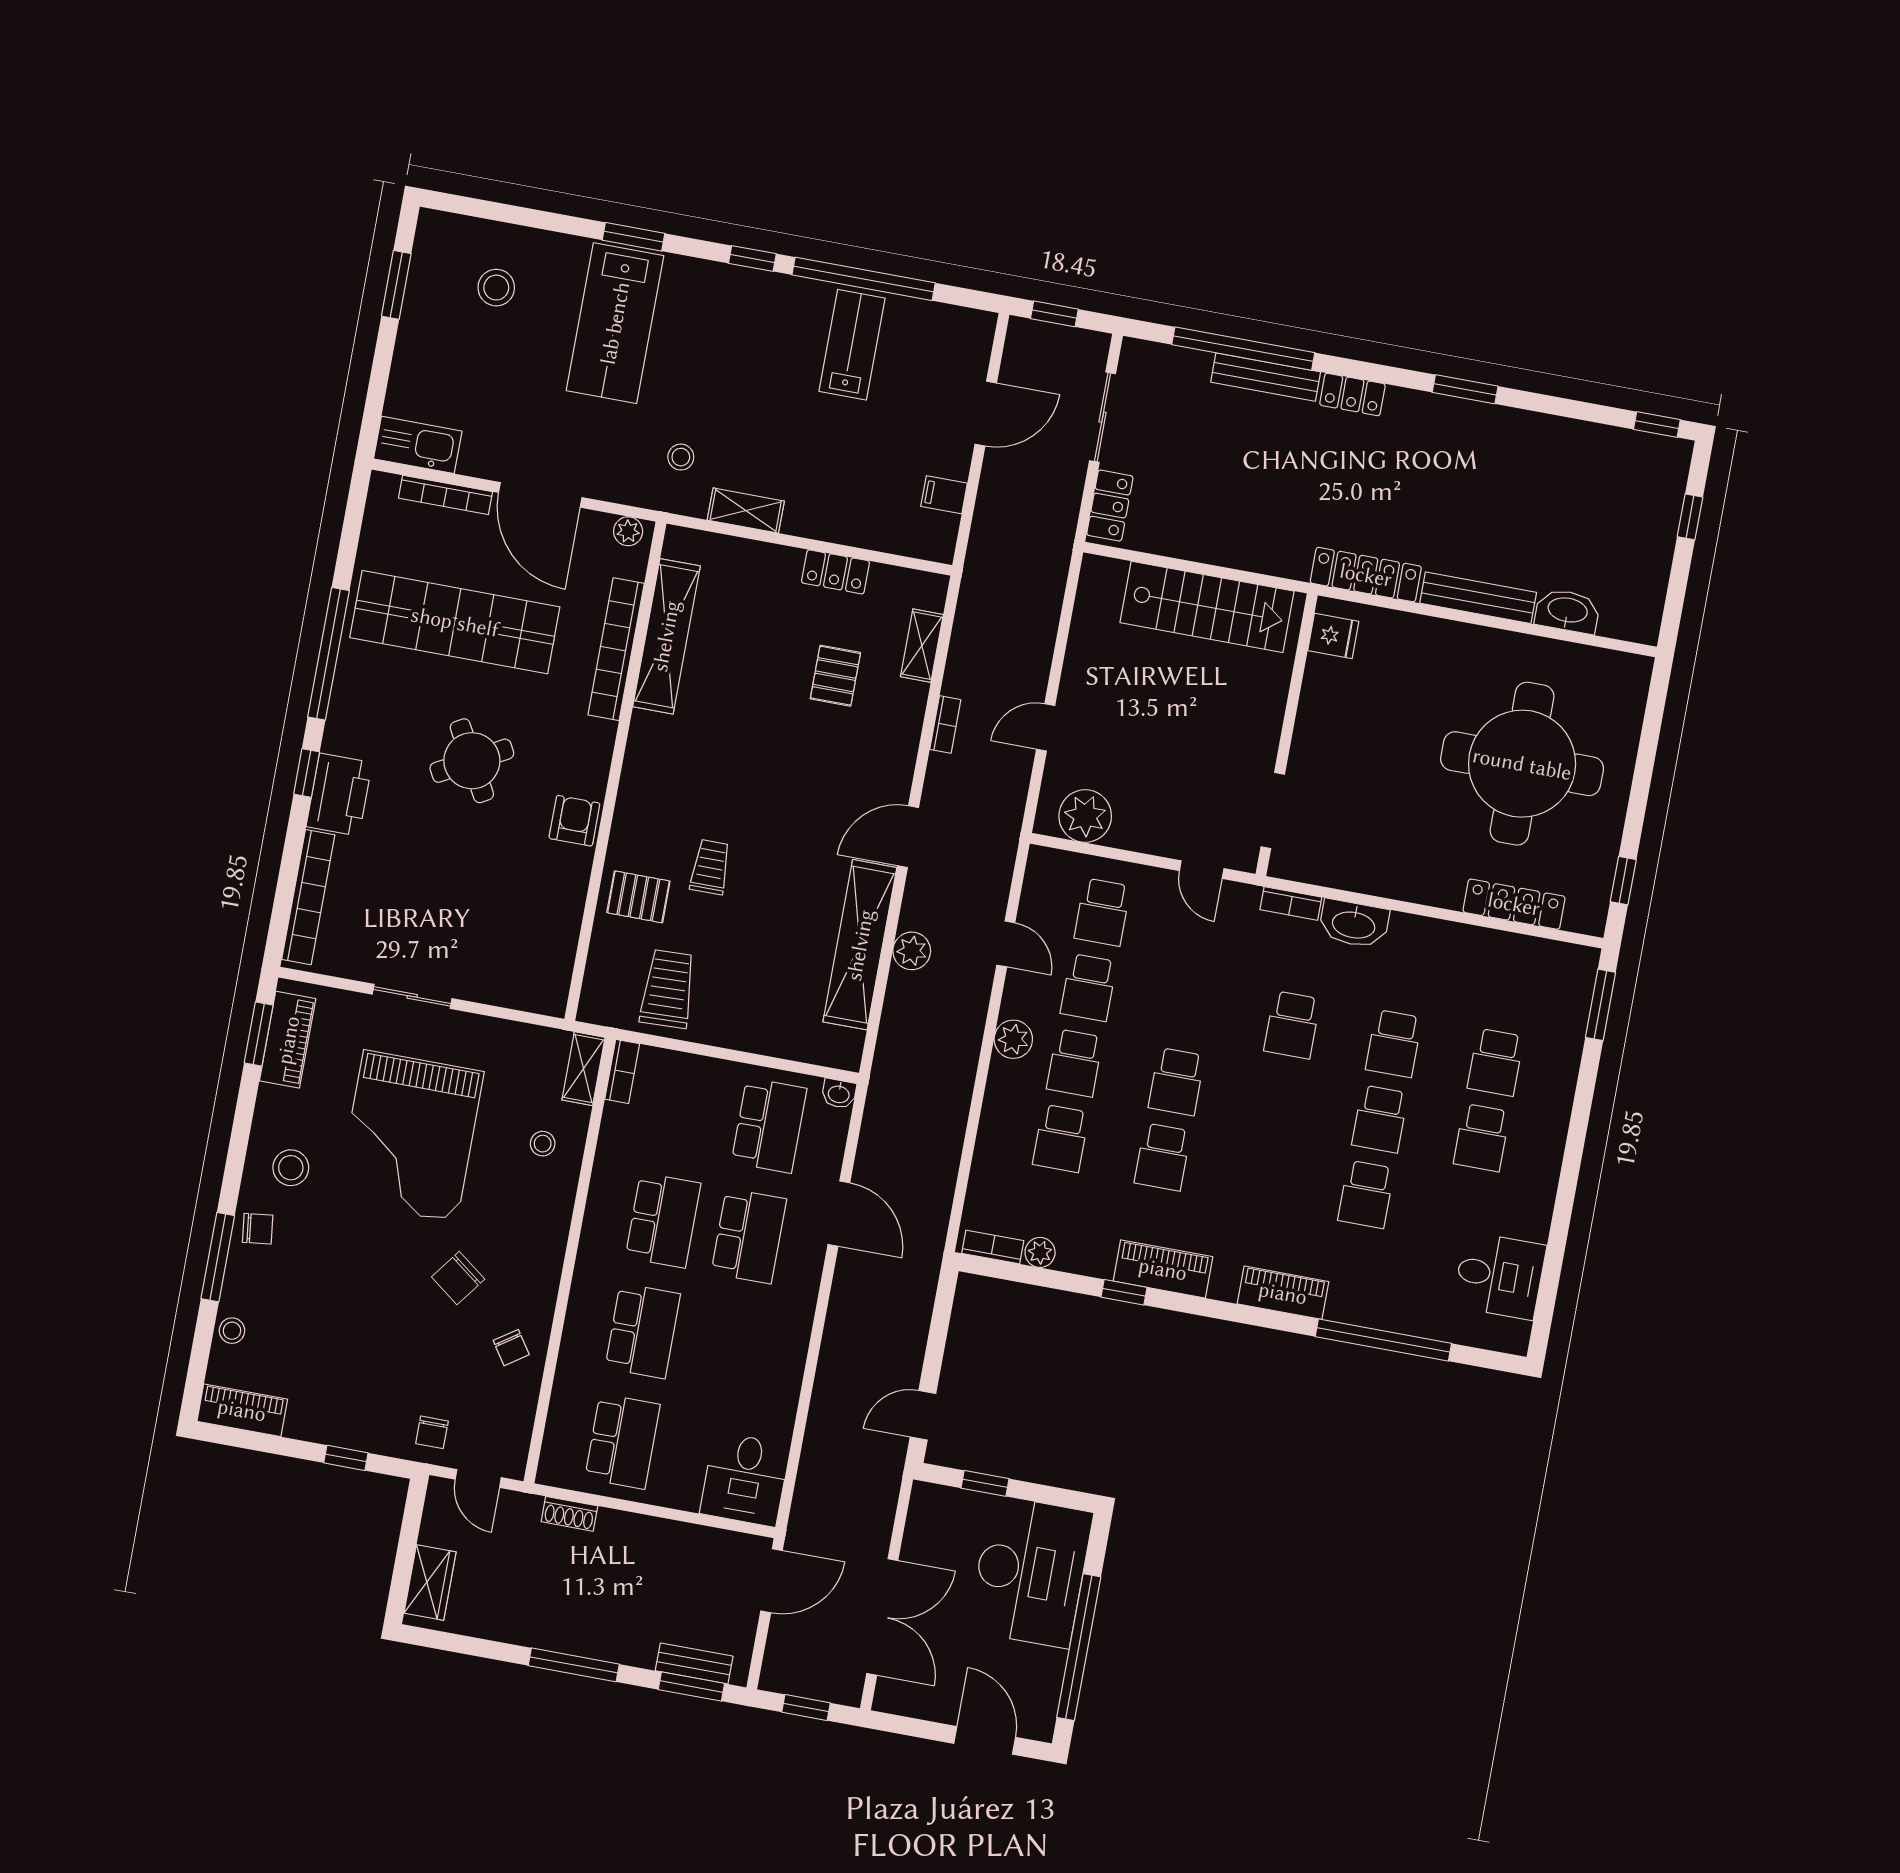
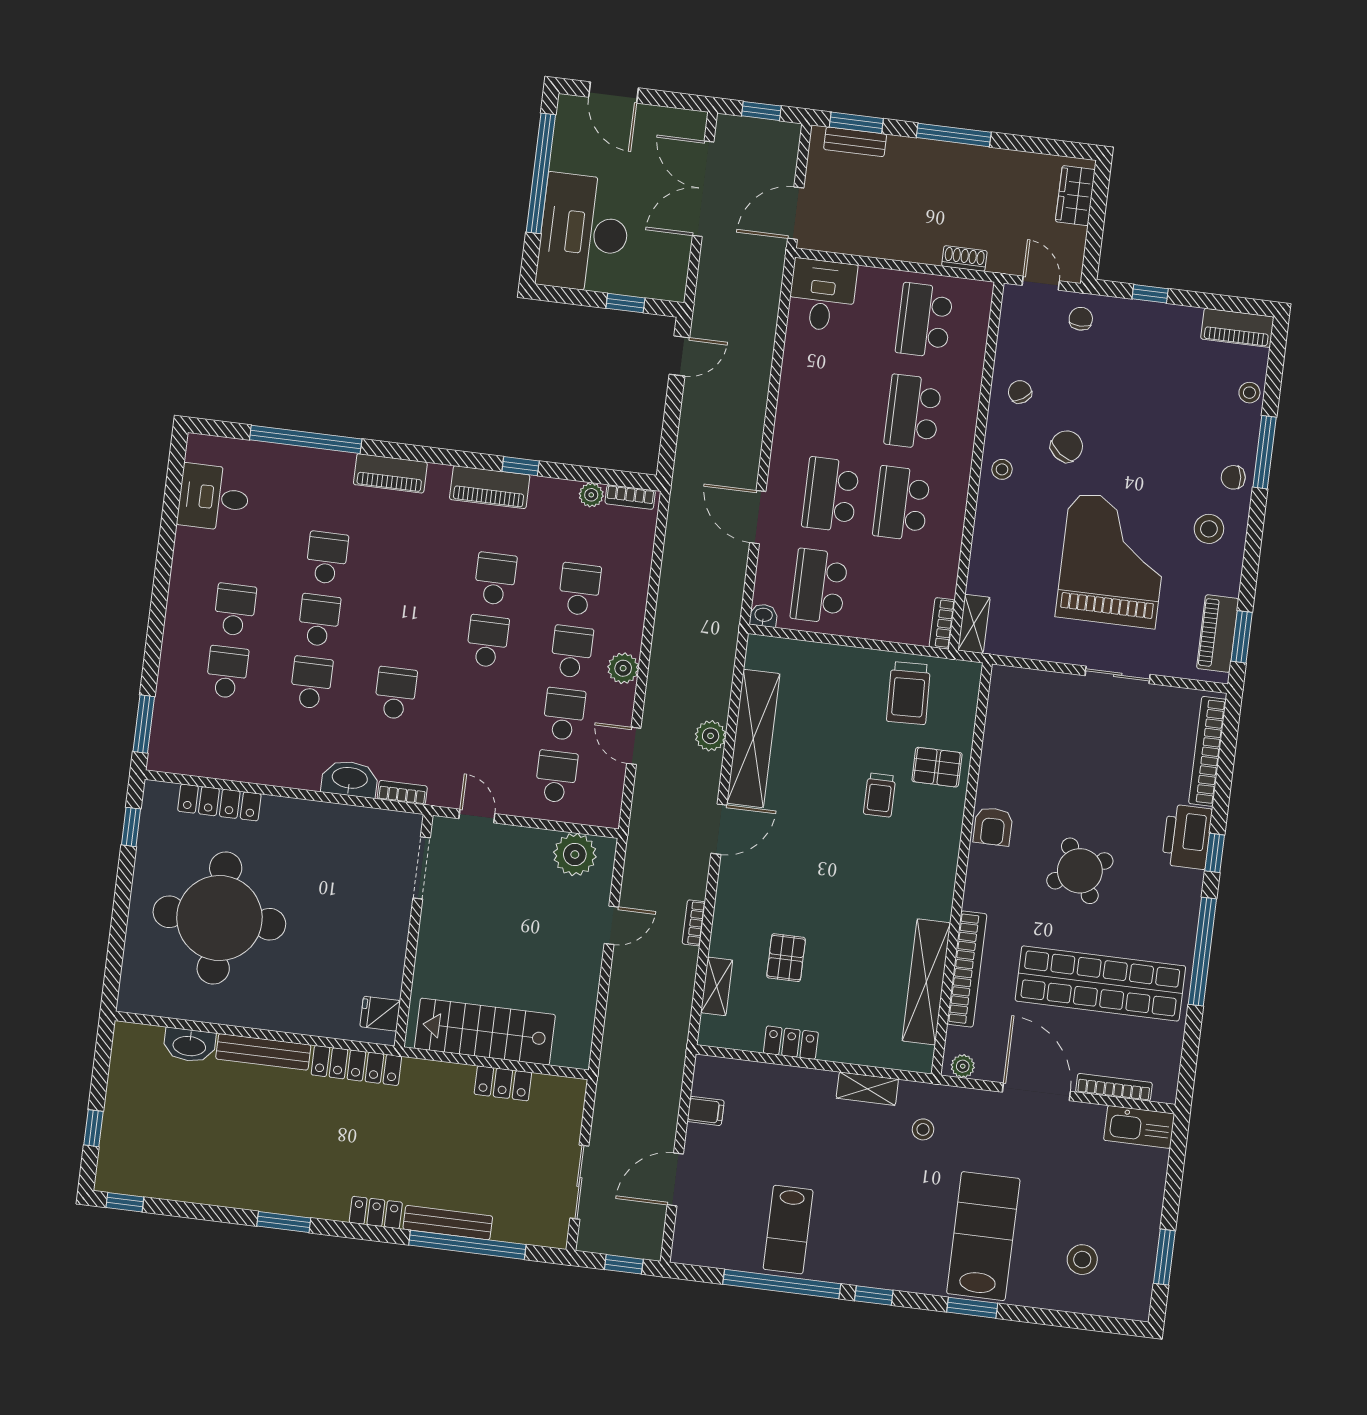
locker: (1110, 506) -> (503, 1083), moved, turned -90
stool: (543, 1144) -> (1002, 469), moved

